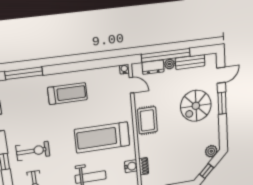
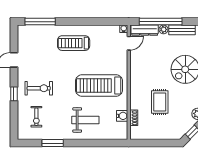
dresser: (153, 67) -> (145, 30), width x1.44
door: (131, 85) -> (129, 43), hinge flipped
treadmill: (68, 94) -> (74, 43), turned 180
rug: (147, 120) -> (160, 102), moved

